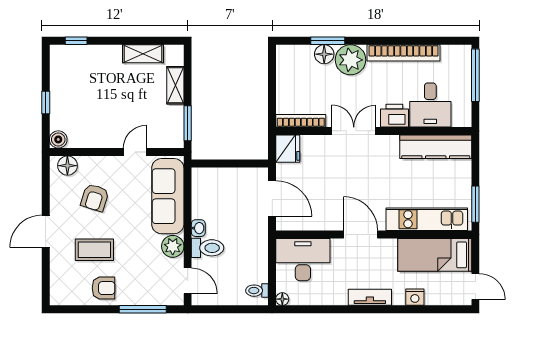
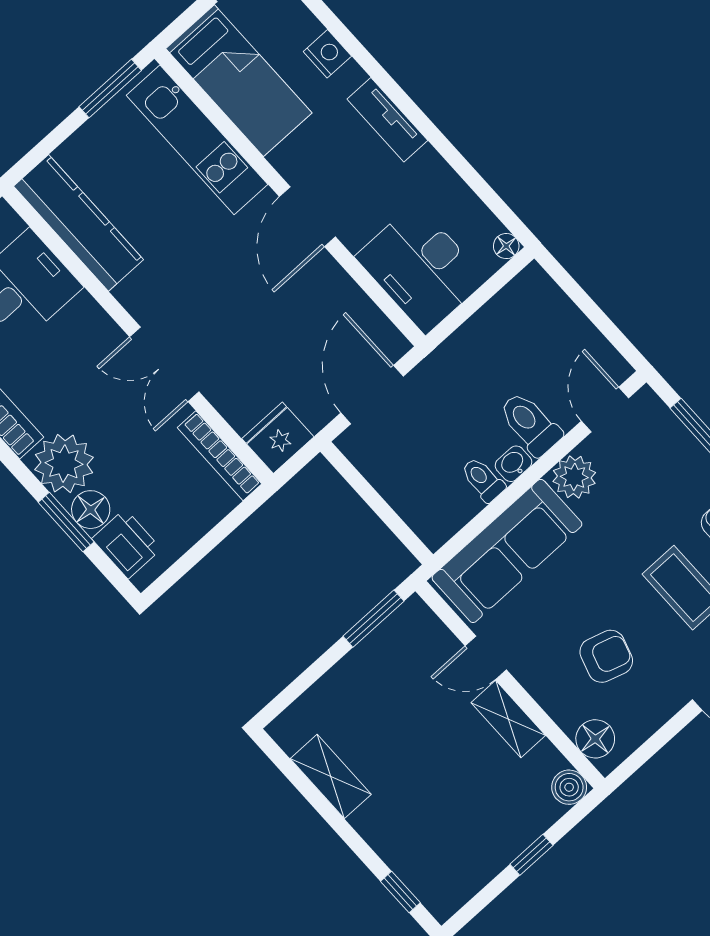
shelving: (175, 85) -> (508, 719), moved, turned 90
printer: (394, 116) -> (127, 544), moved, turned 180
toilet: (257, 291) -> (483, 480), moved, turned 180

